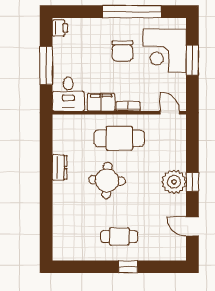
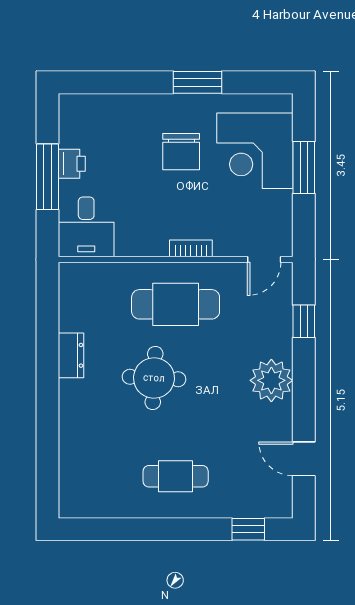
window: (132, 12) -> (198, 82), width x0.47
printer: (60, 28) -> (72, 164), moved
filing cabinet: (101, 102) -> (144, 241), removed
door: (170, 113) -> (264, 260), swing flipped
window: (192, 182) -> (304, 321), moved
window: (128, 267) -> (248, 529), moved

